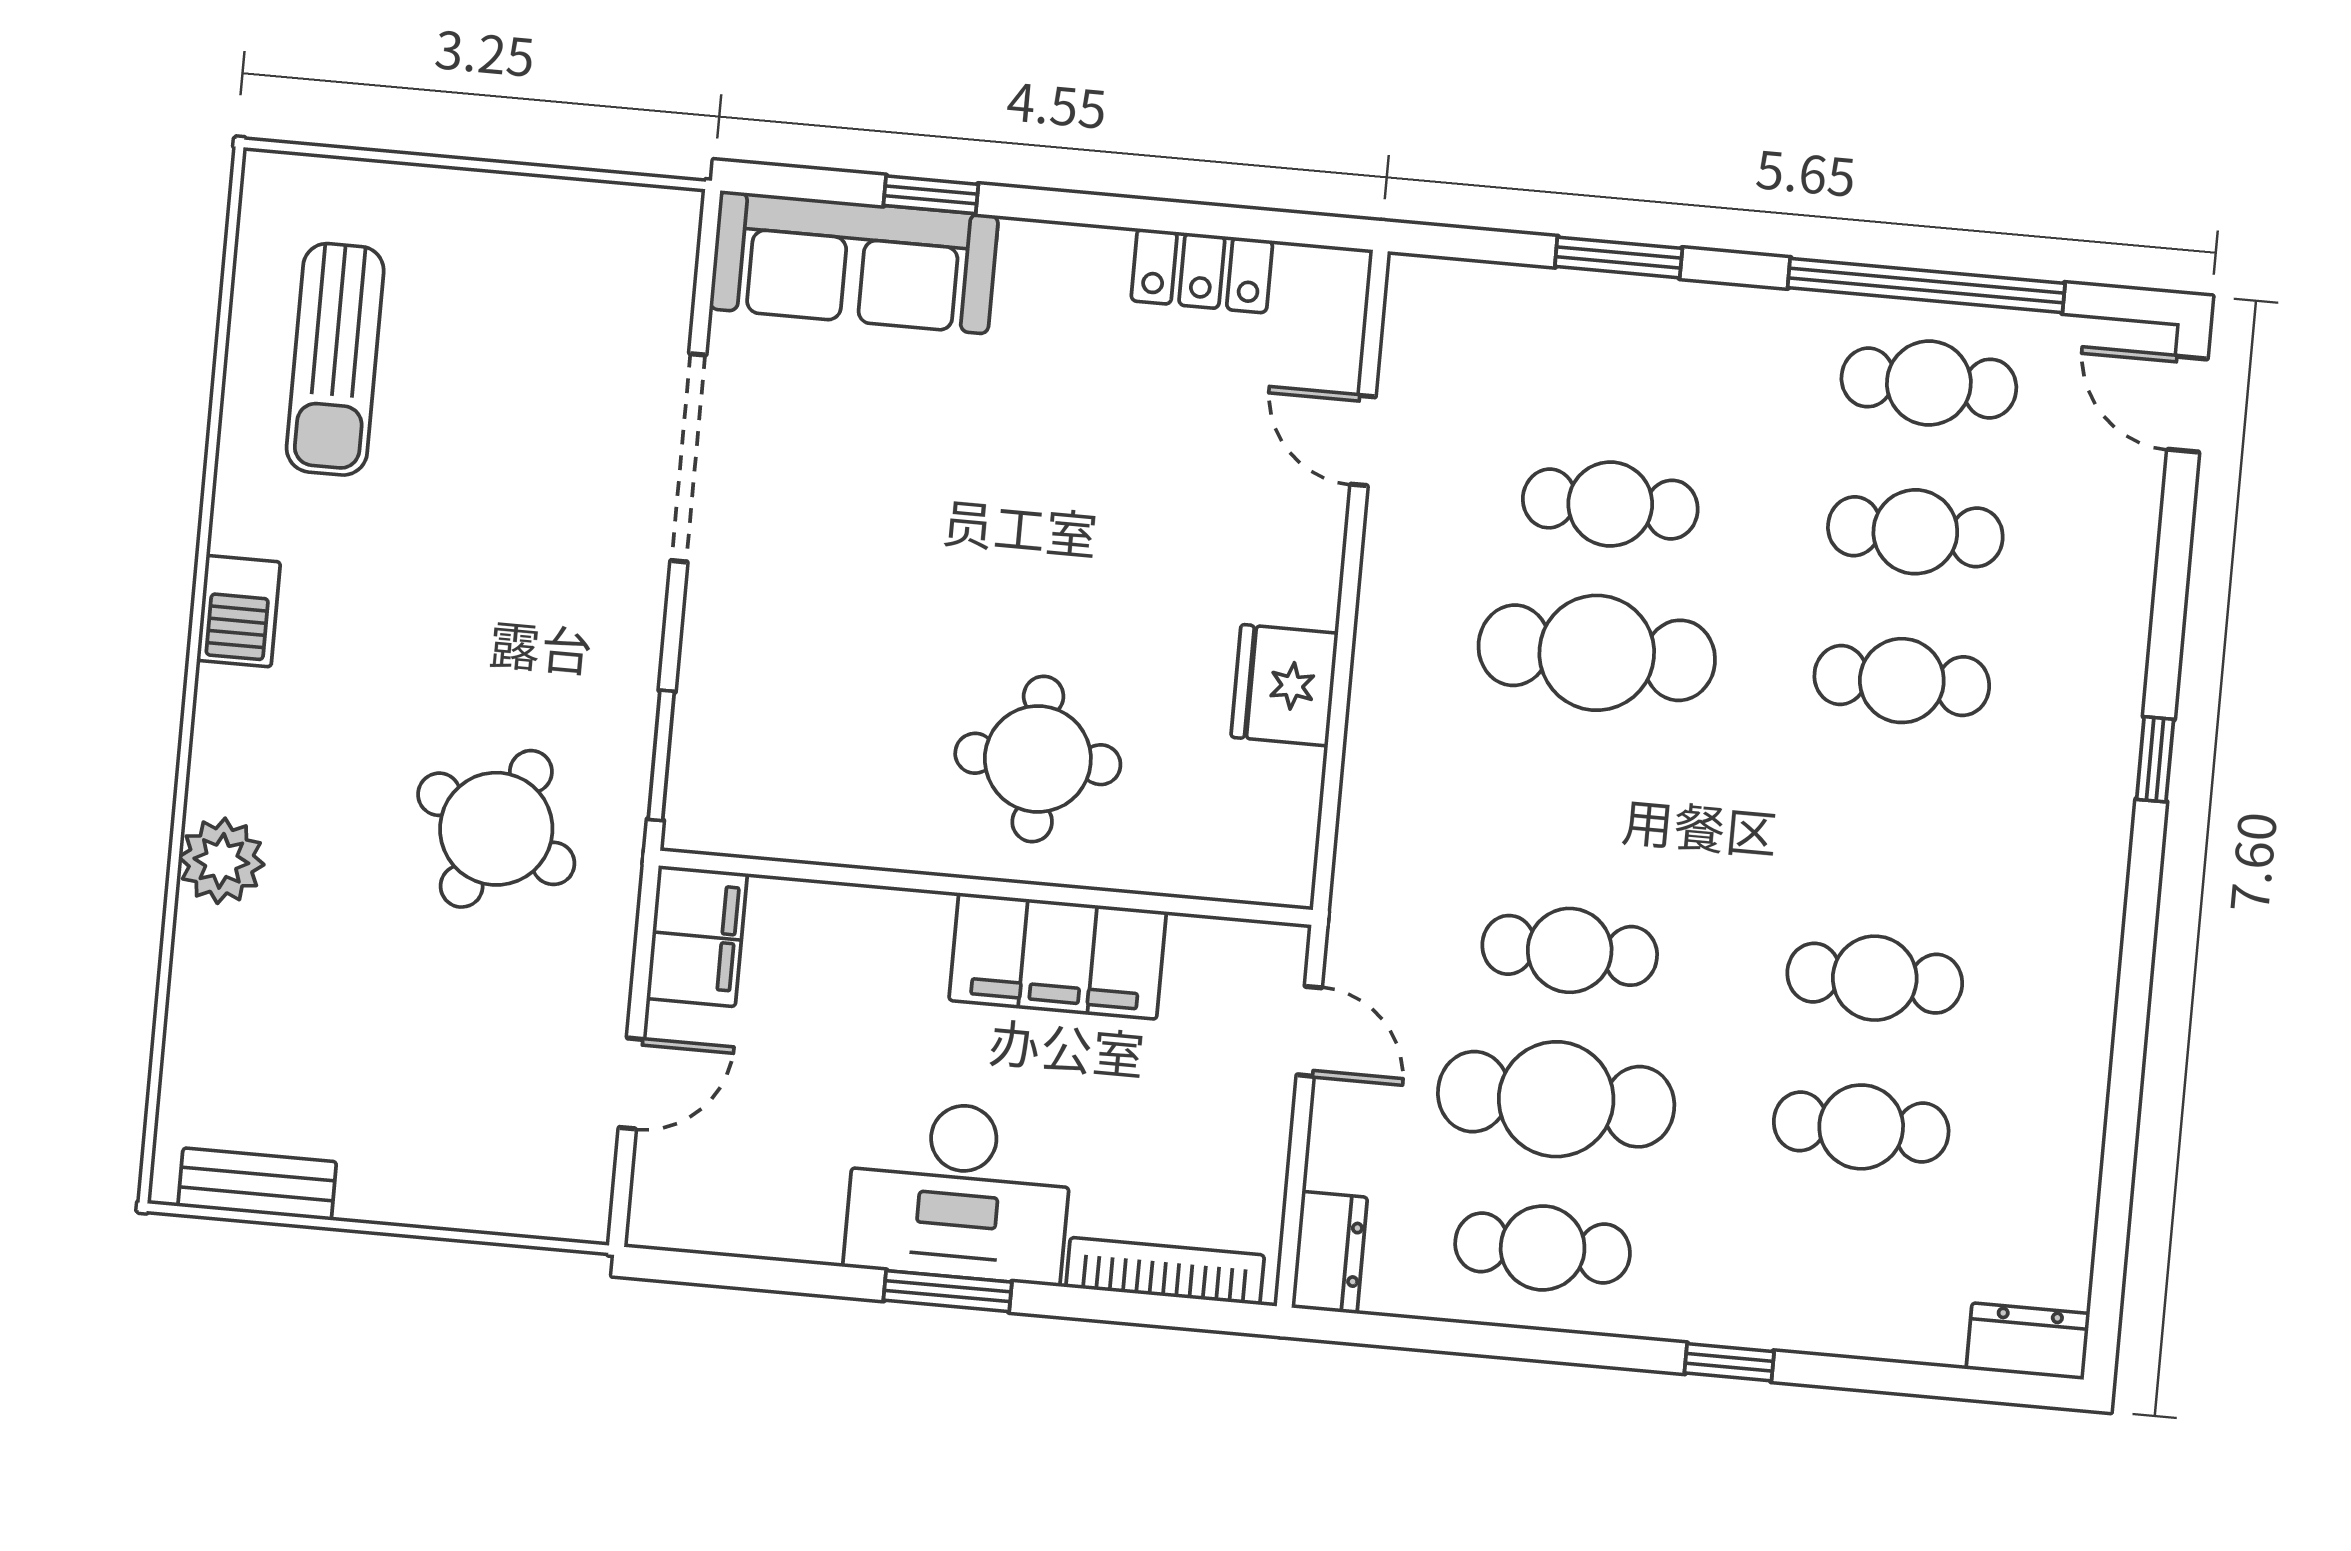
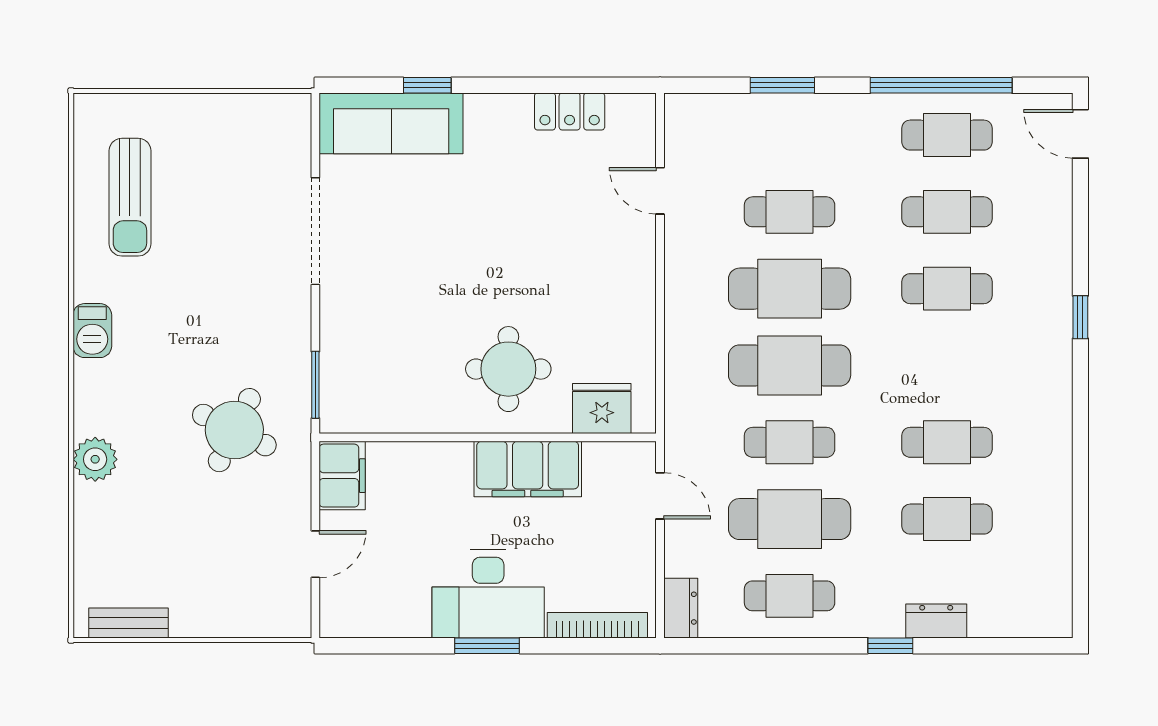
fridge: (1284, 685) -> (602, 409), moved, turned 90
cafe table: (1583, 802) -> (790, 365), added
dresser: (2028, 1341) -> (936, 621), moved

